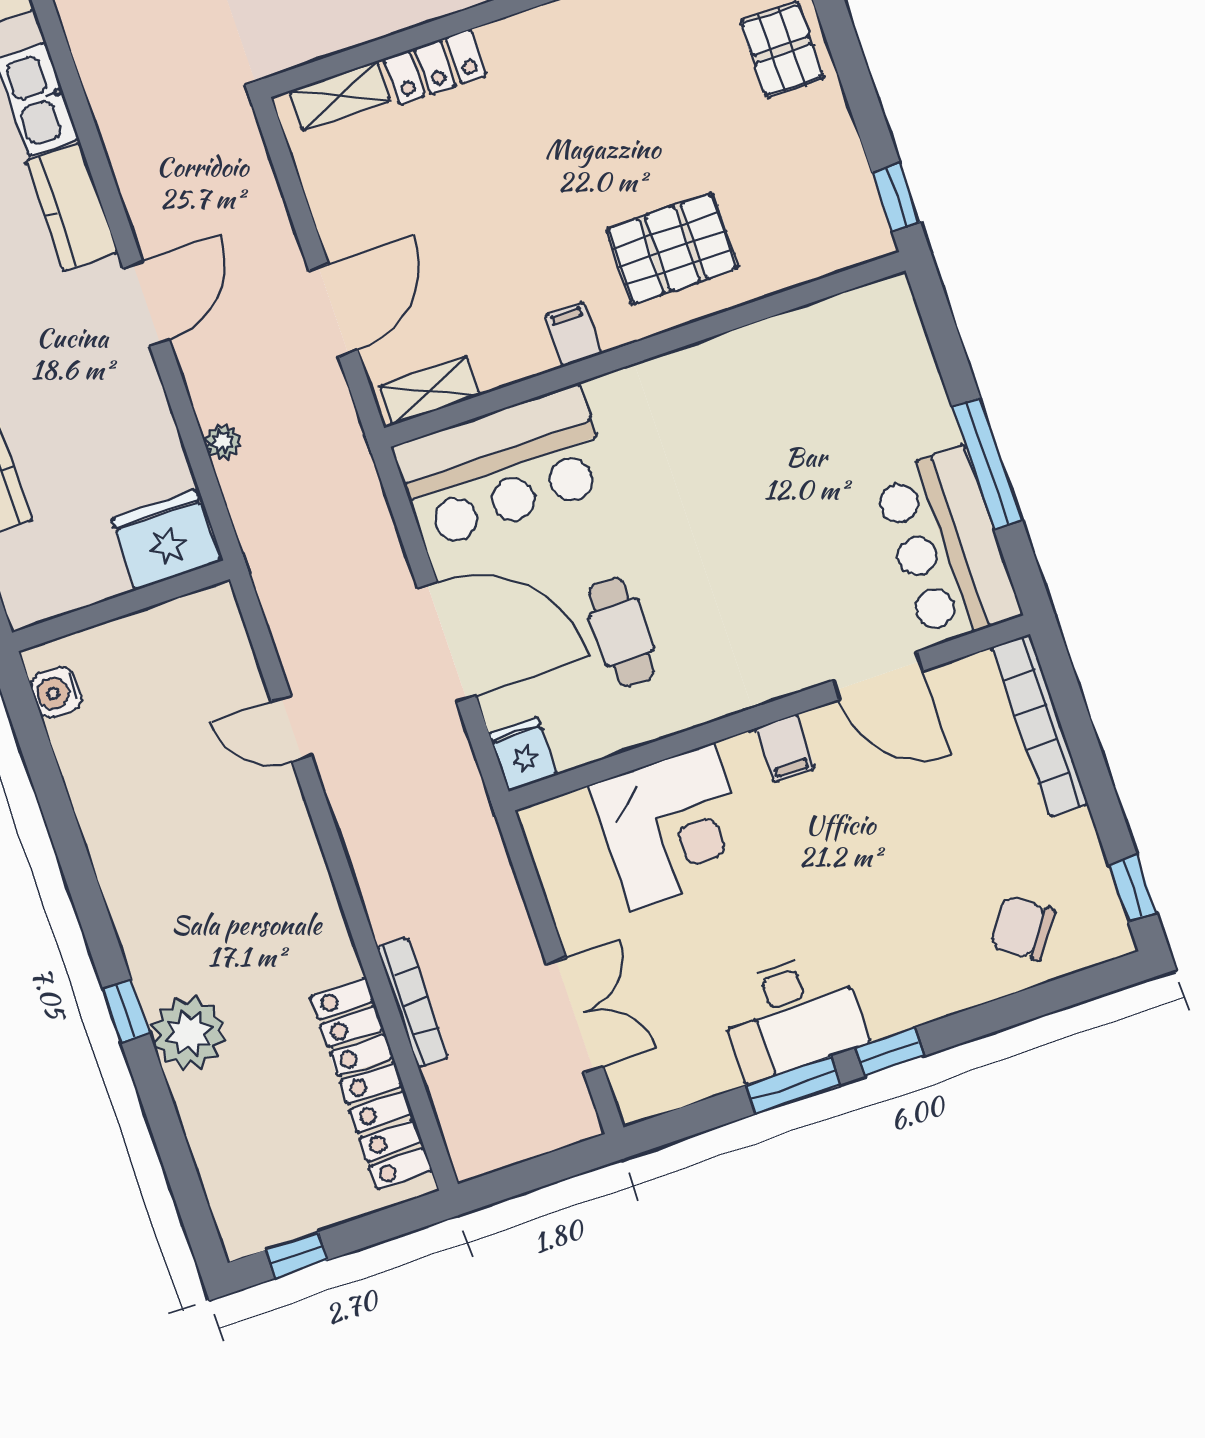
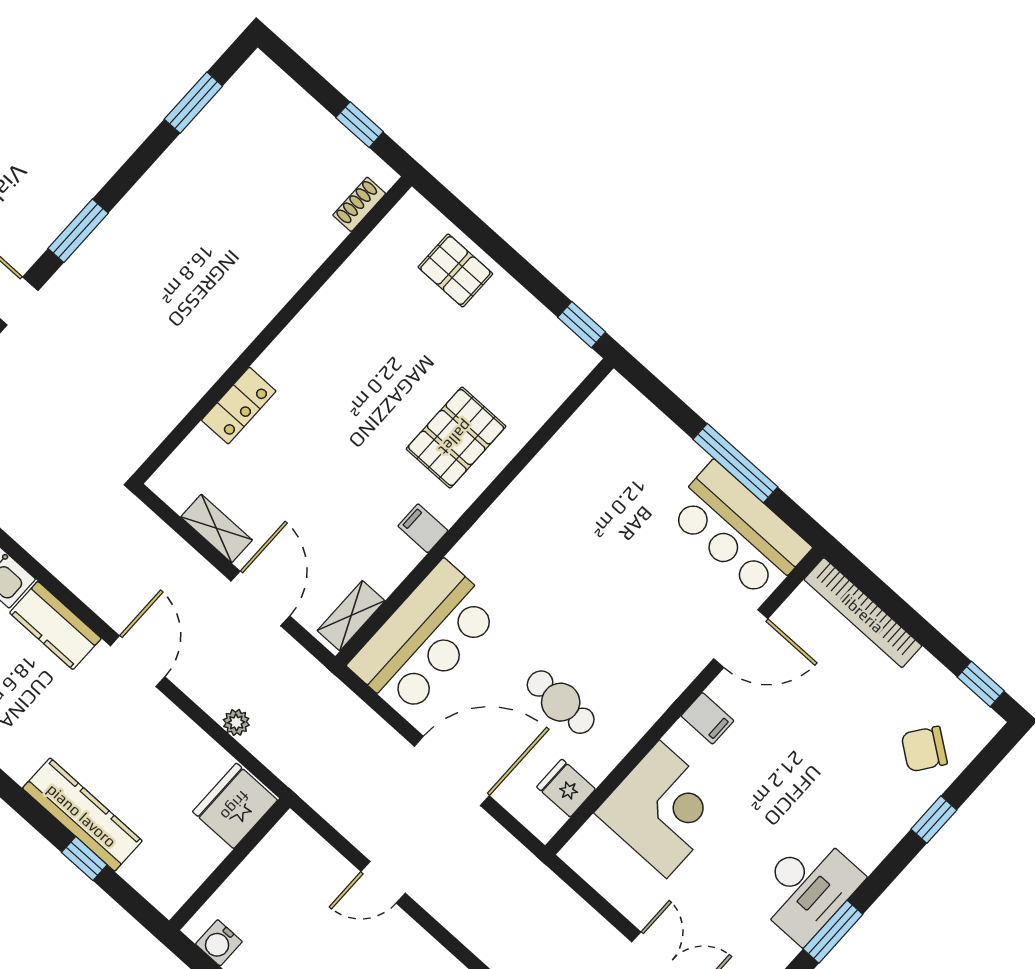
shelving: (340, 96) -> (217, 528), moved, turned 90
fridge: (523, 754) -> (566, 788), moved
window: (890, 1052) -> (934, 820), moved

